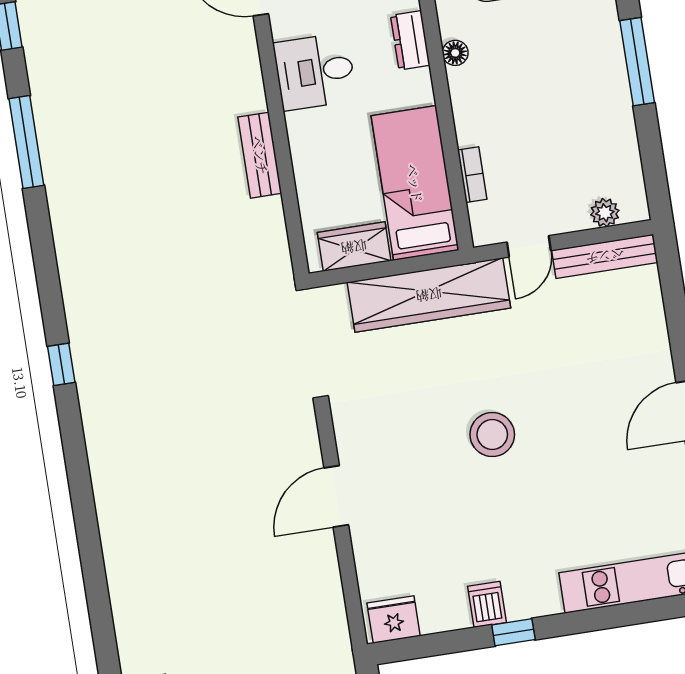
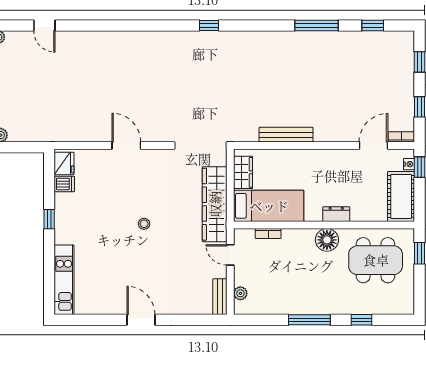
floor lamp: (455, 53) -> (327, 240), width x1.89, depth x1.89
desk: (315, 72) -> (329, 167), removed
bench: (260, 155) -> (286, 135), width x1.36
bench: (605, 256) -> (220, 297), width x0.73
stool: (492, 435) -> (144, 224), width x0.53, depth x0.53
dishwasher: (487, 604) -> (64, 184), moved

